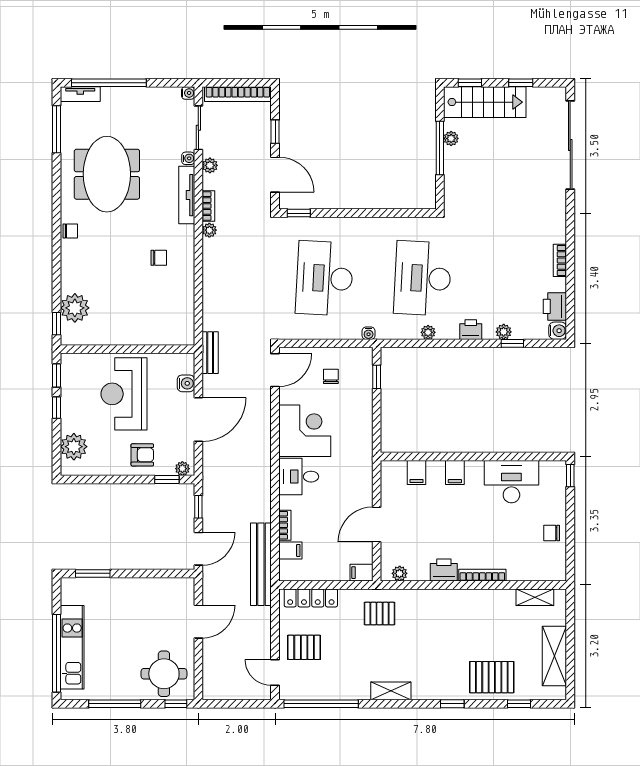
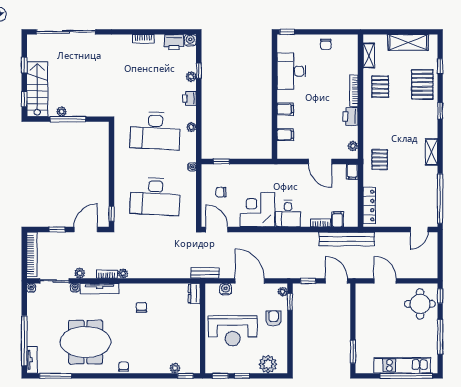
plant: (75, 308) -> (175, 368), width x0.53, depth x0.53
dresser: (179, 337) -> (194, 294), added
pallet: (304, 647) -> (380, 87), moved

